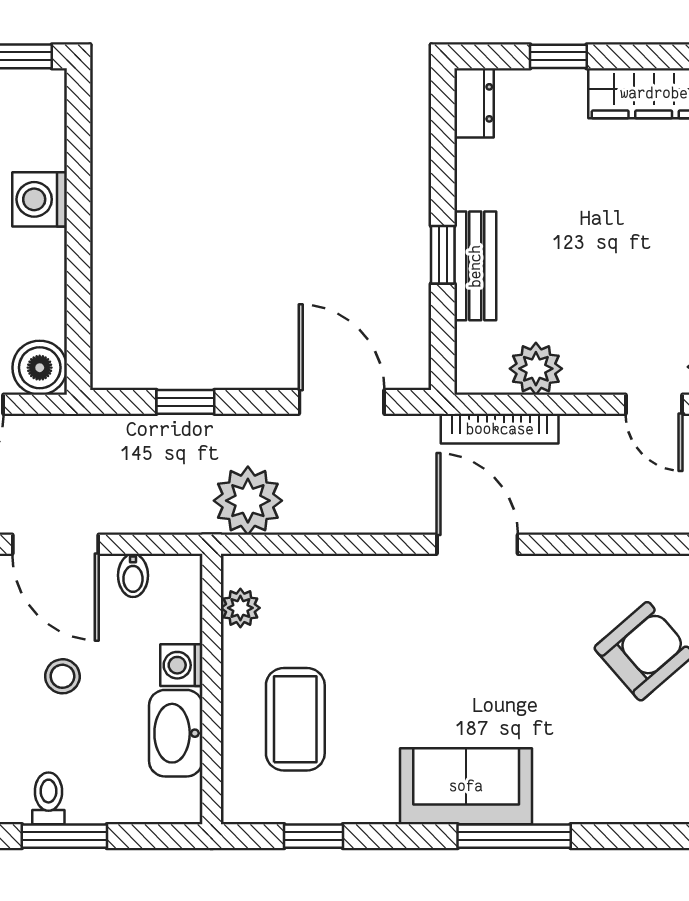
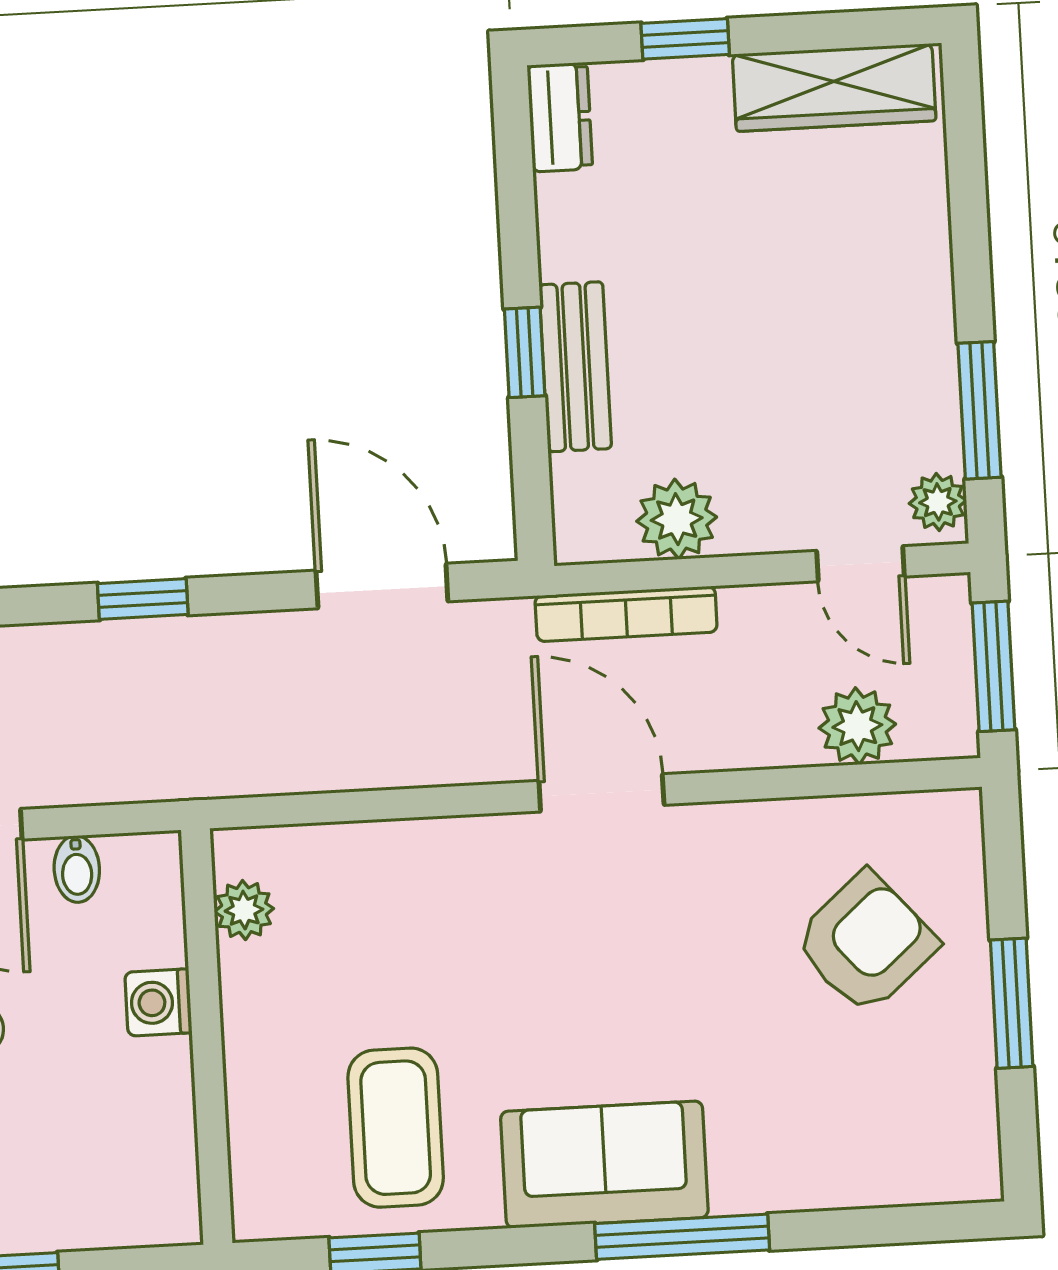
plant: (248, 501) -> (857, 726), moved, width x0.73, depth x0.73
coffee table: (295, 719) -> (396, 1128), moved
washbasin: (176, 733) -> (155, 1107), removed

